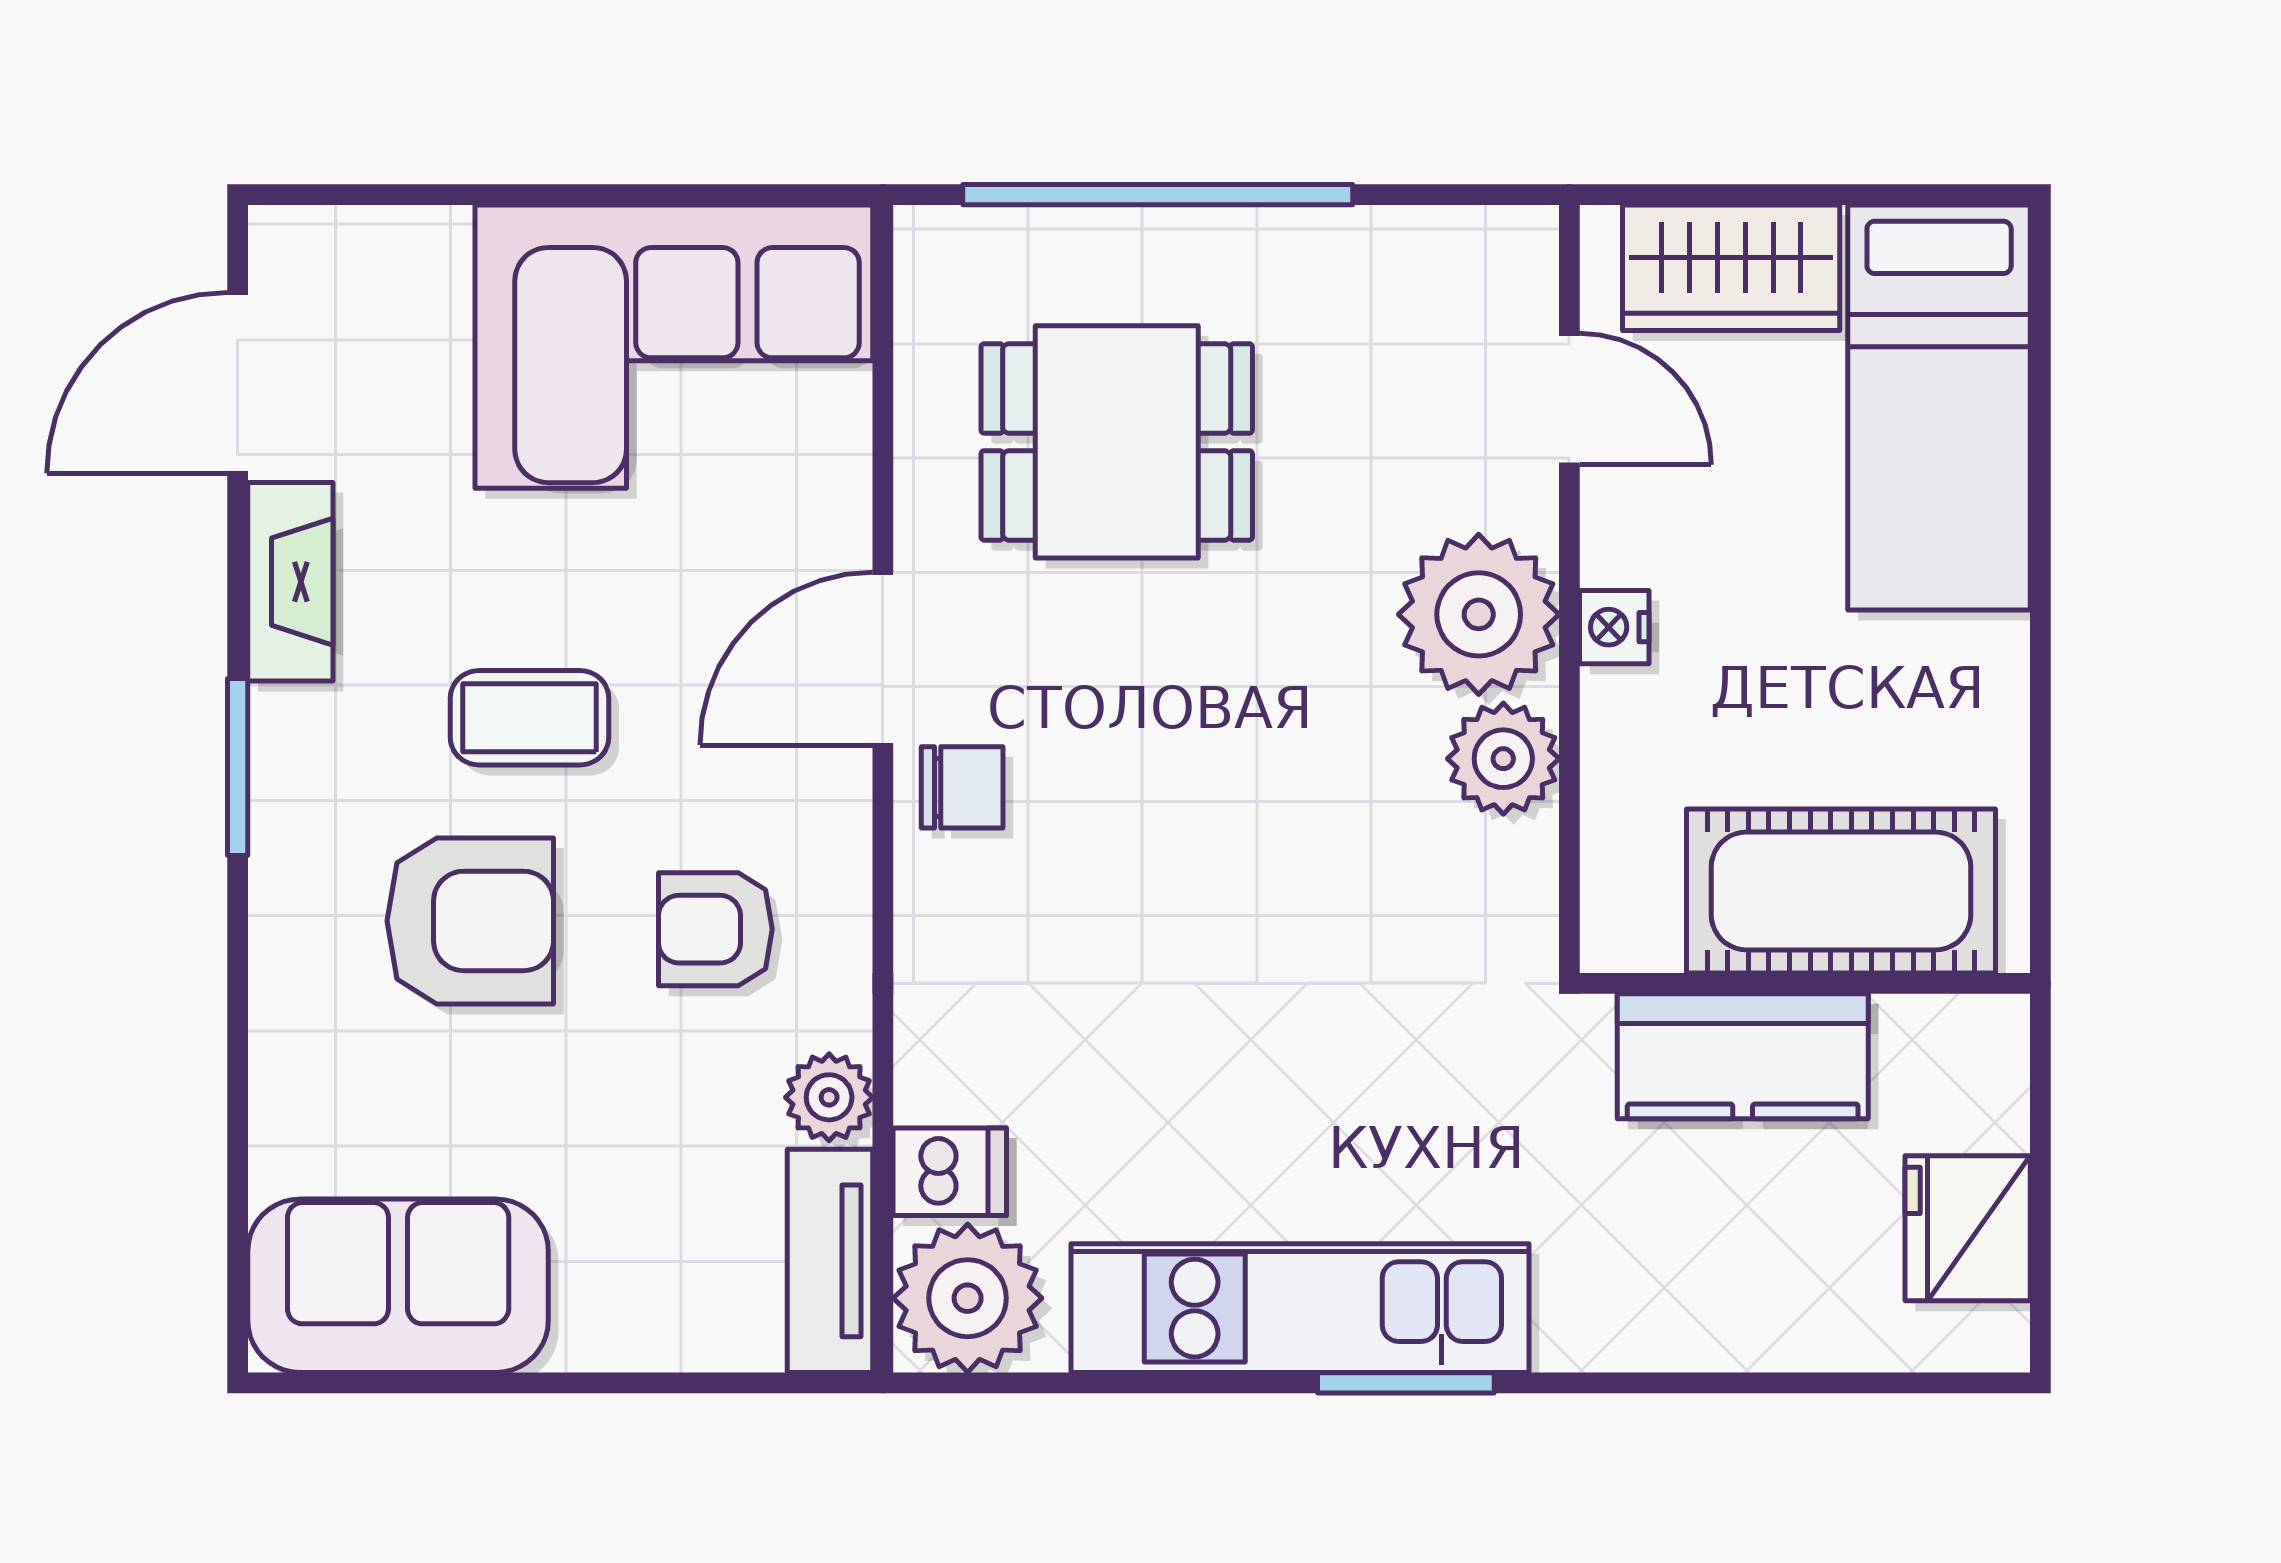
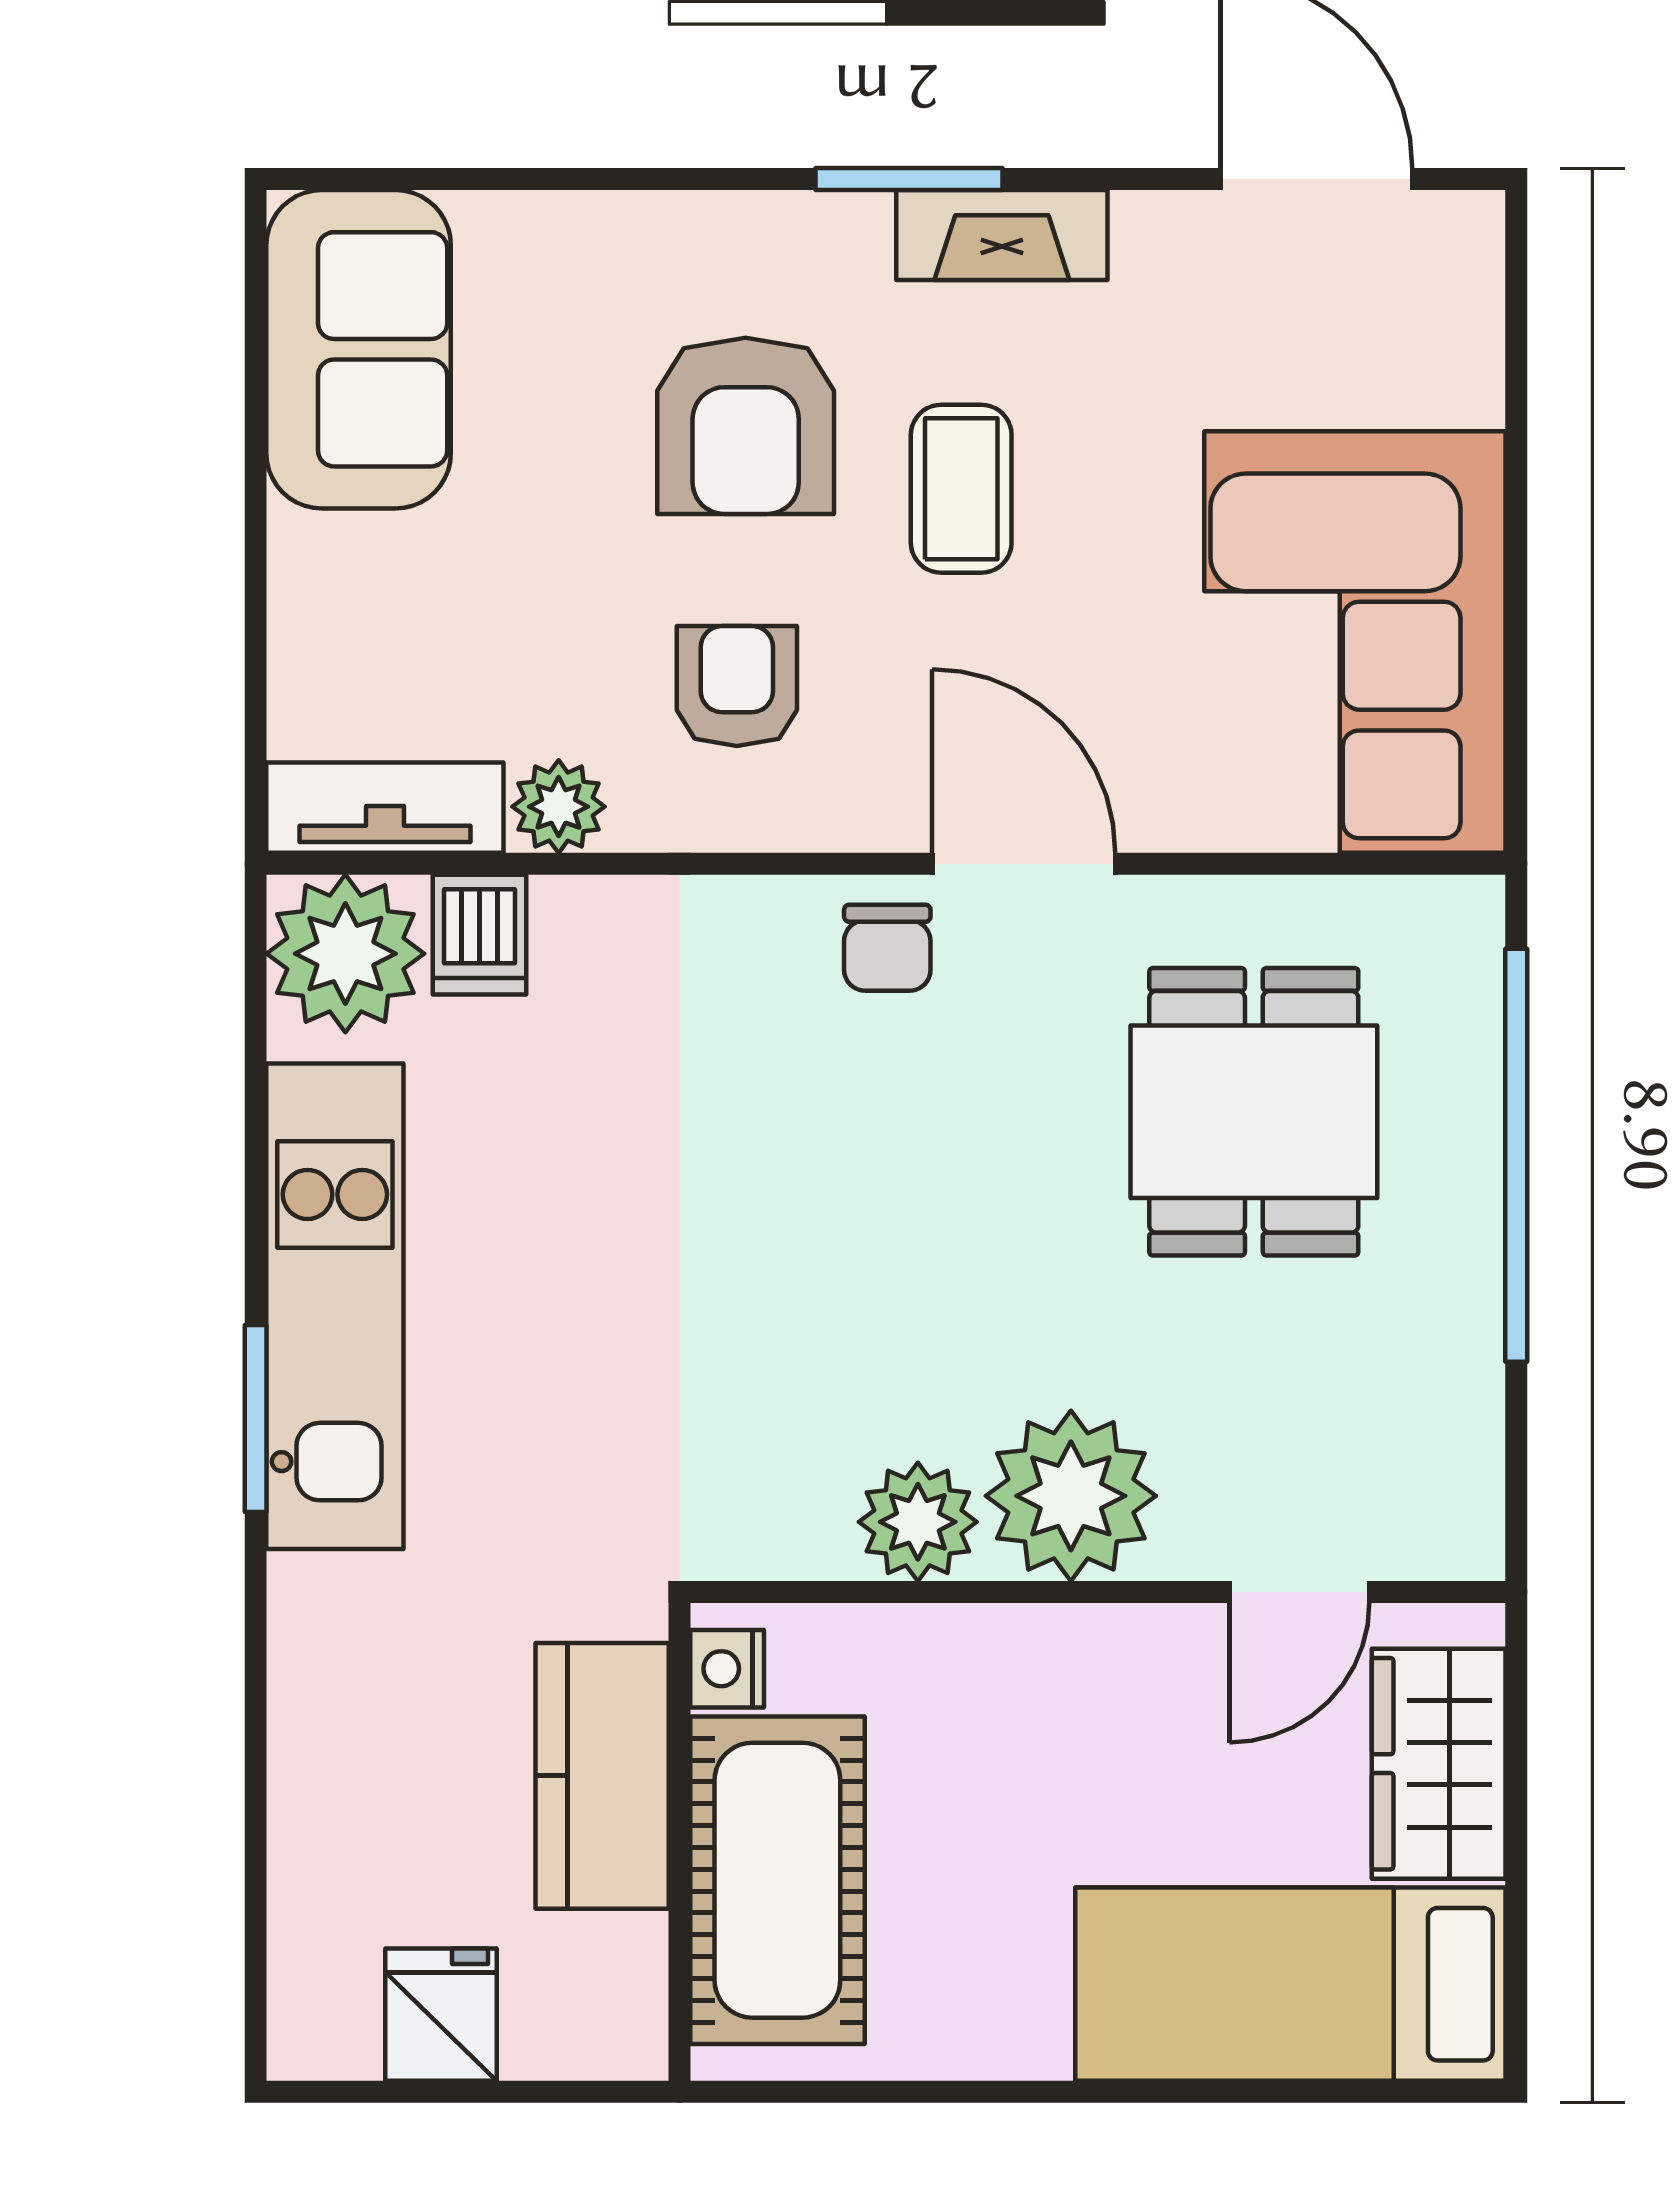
fireplace: (290, 582) -> (1002, 235), moved
nightstand: (1614, 627) -> (727, 1669), moved, turned -90
fridge: (1968, 1228) -> (441, 2015), width x0.72

